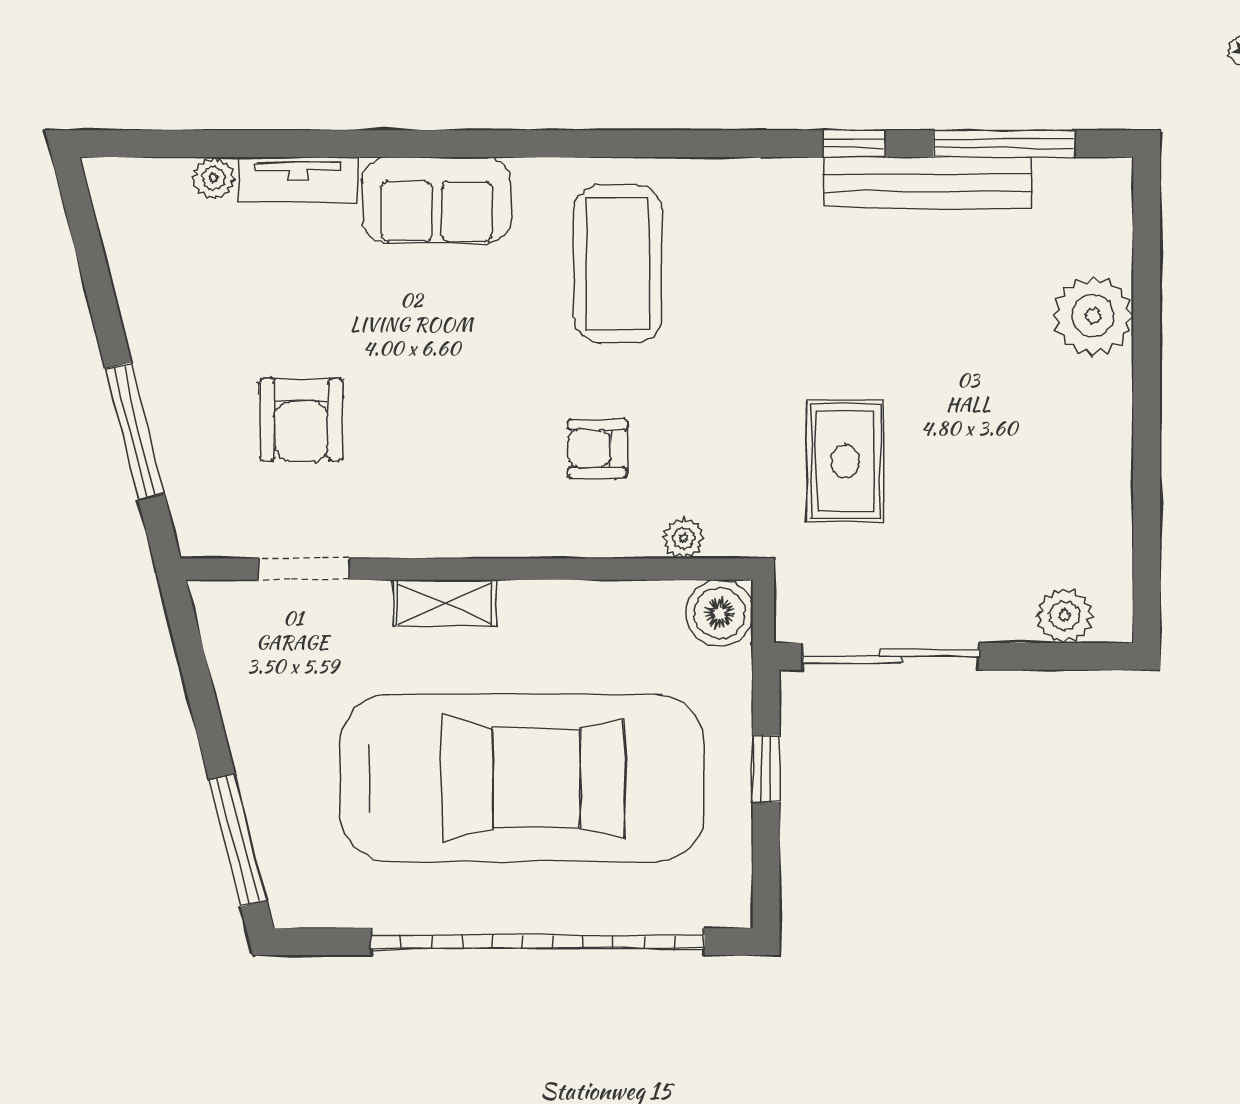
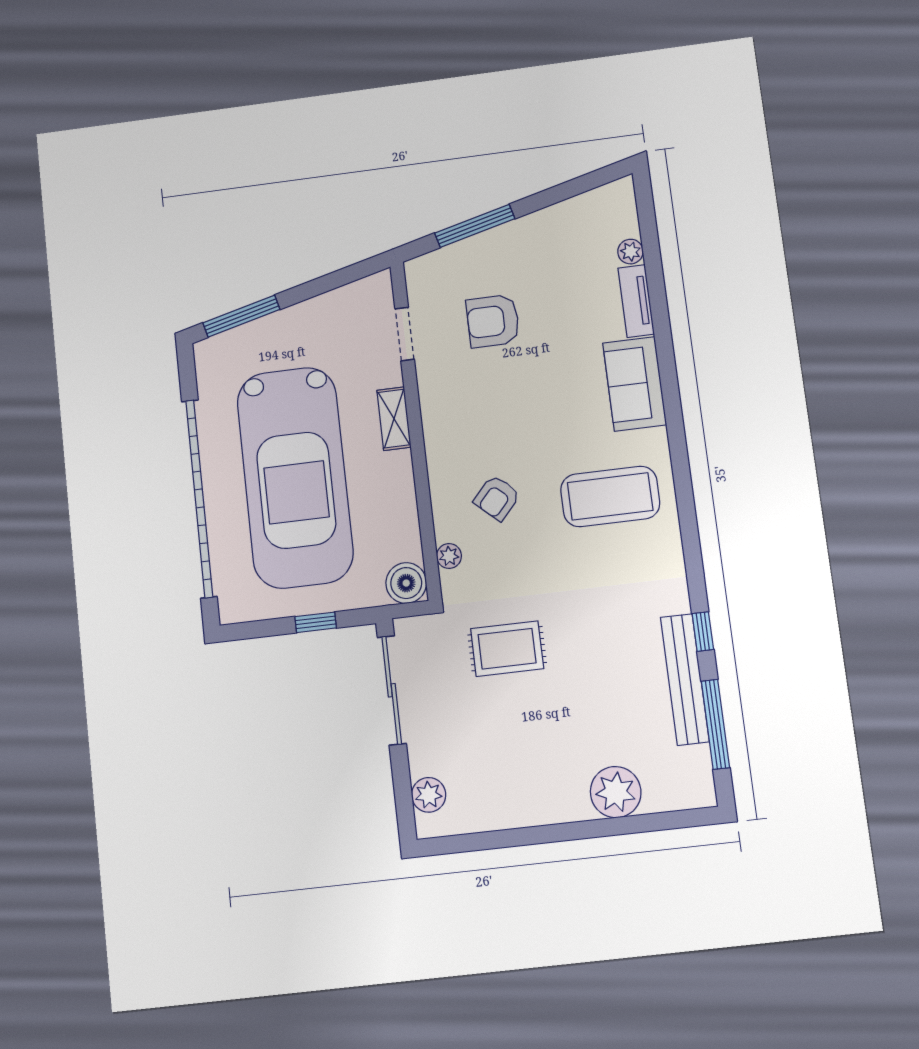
armchair: (597, 448) -> (497, 498), turned -138

